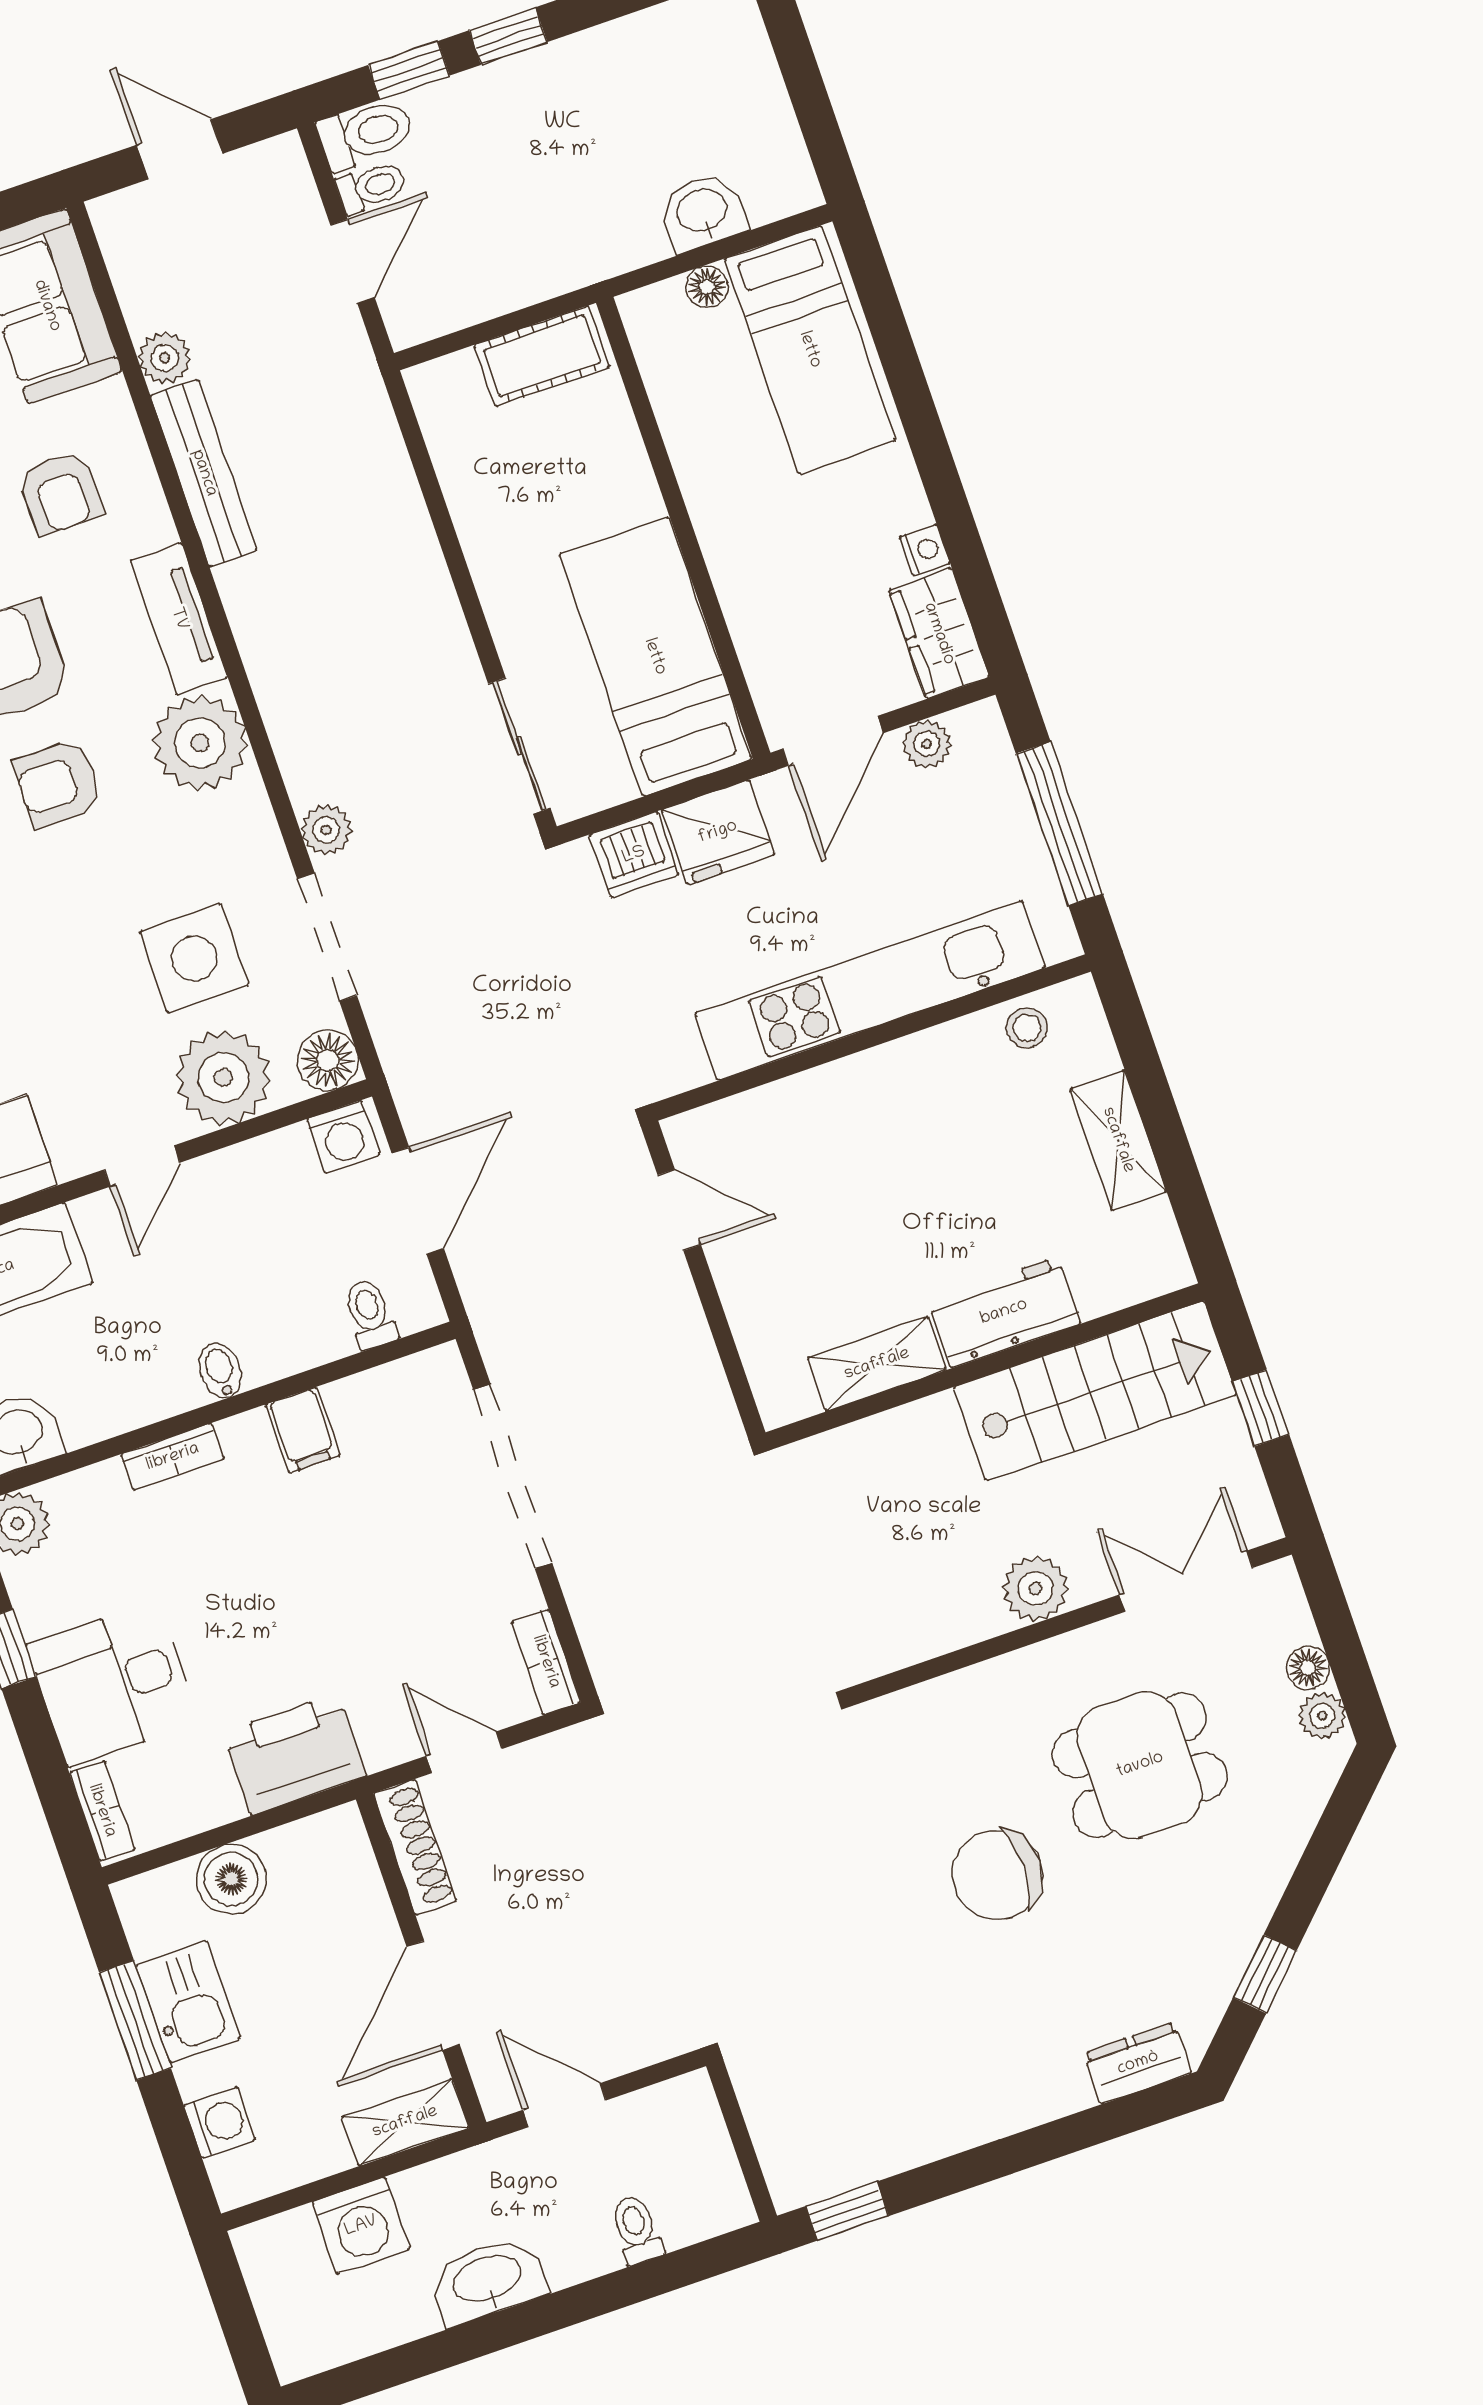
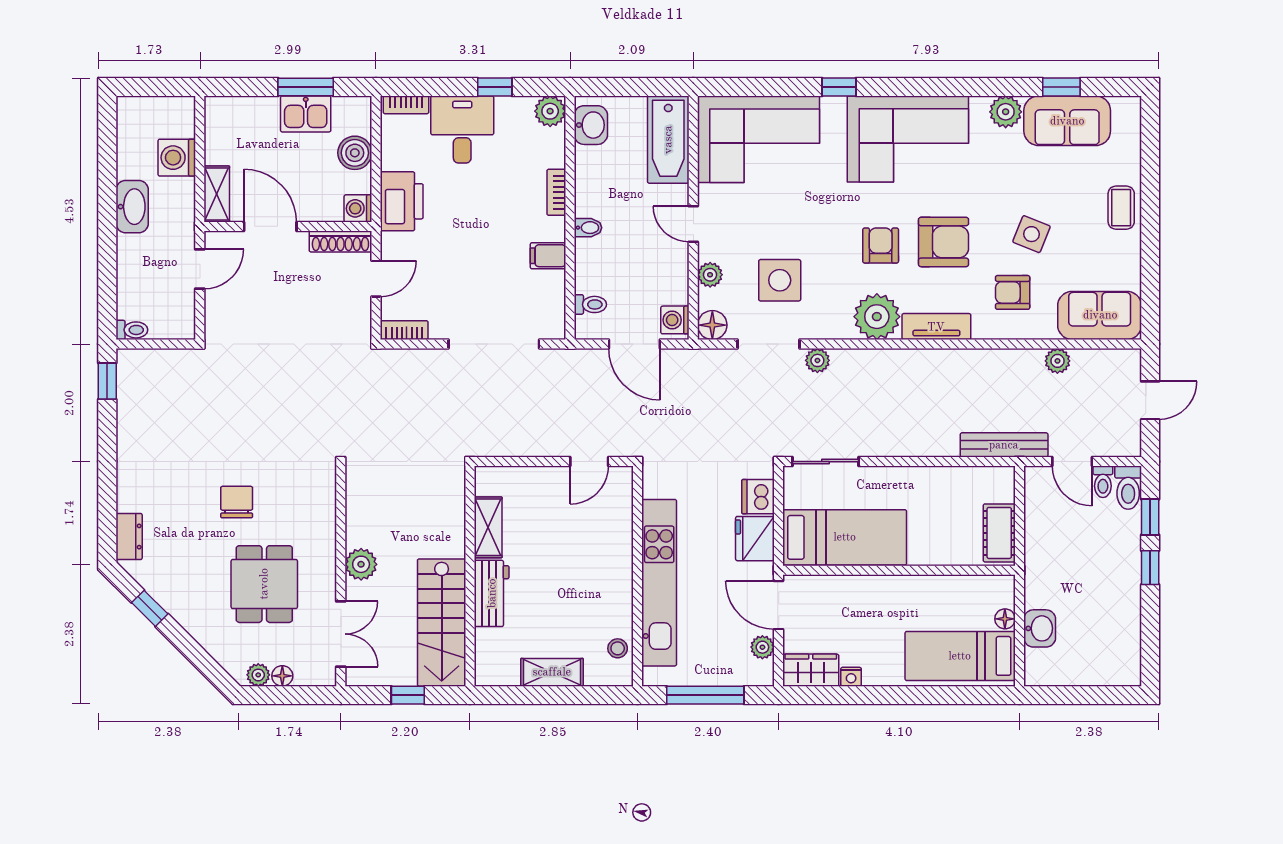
bench: (204, 473) -> (1004, 445), moved
plant: (223, 1078) -> (710, 275), width x0.53, depth x0.53
chair: (997, 1875) -> (237, 502), width x0.73, depth x0.73
washing machine: (220, 2122) -> (358, 208), moved, turned 90
toilet: (636, 2230) -> (132, 330), moved

